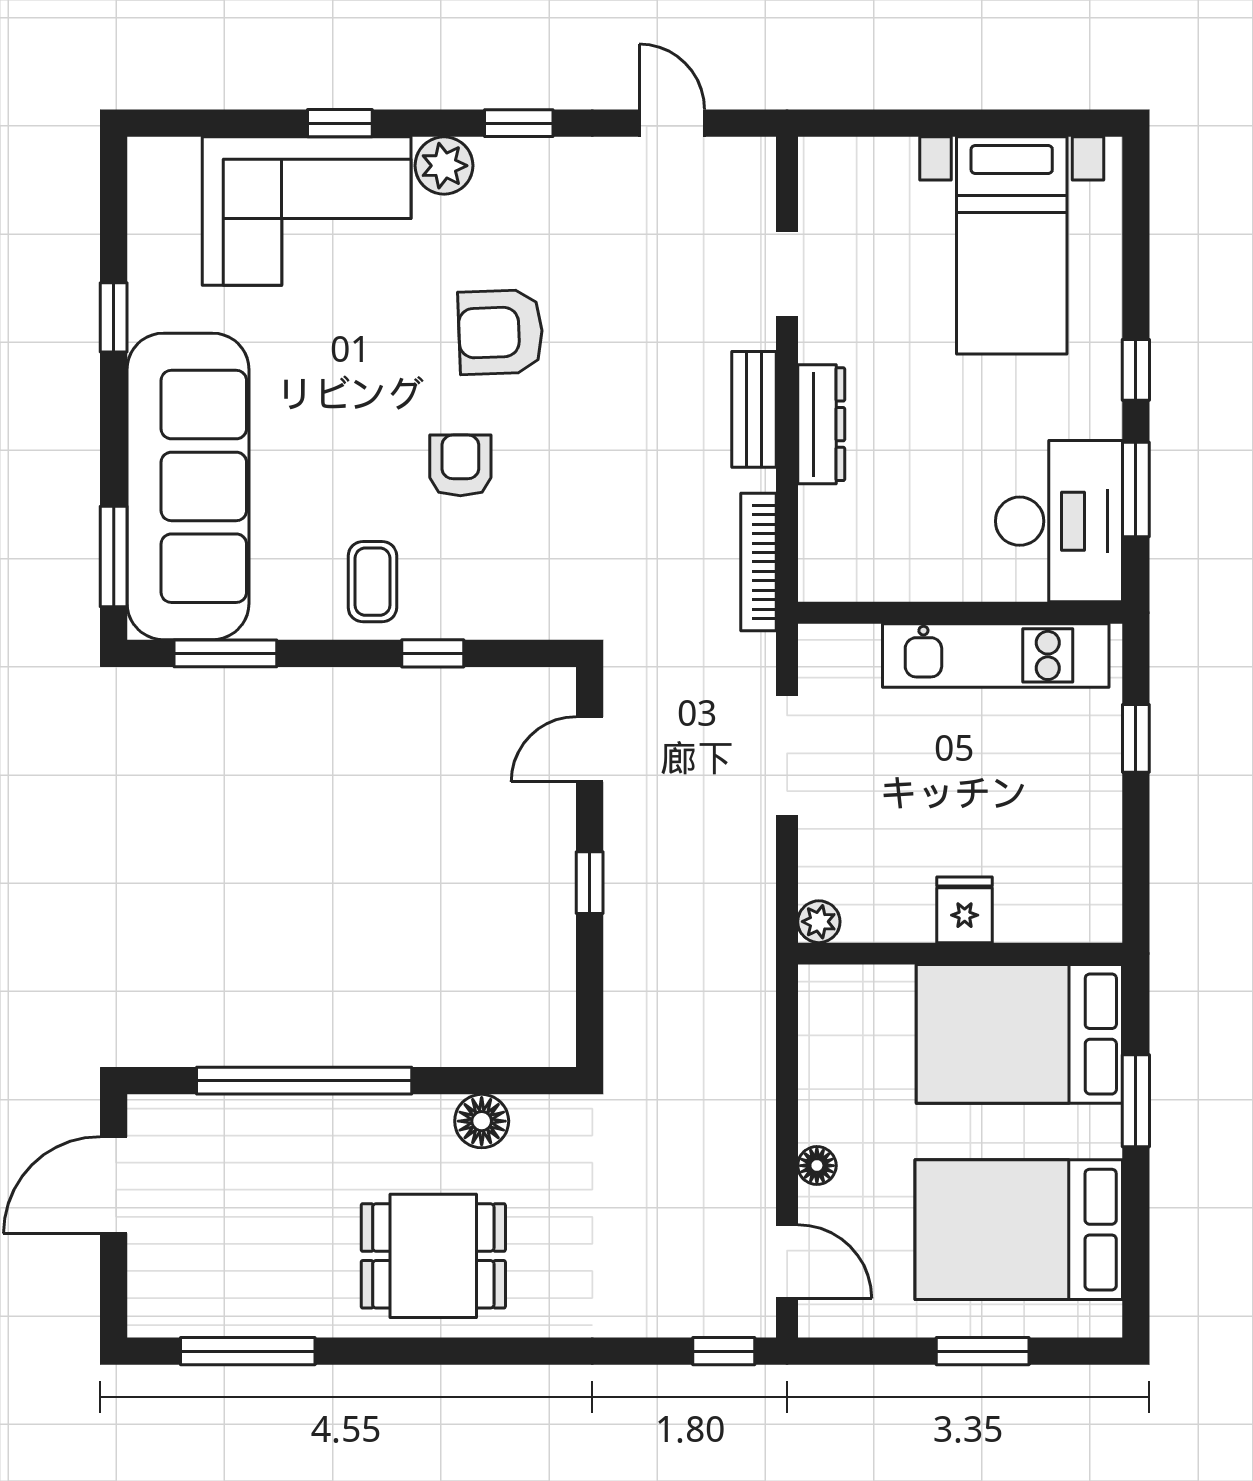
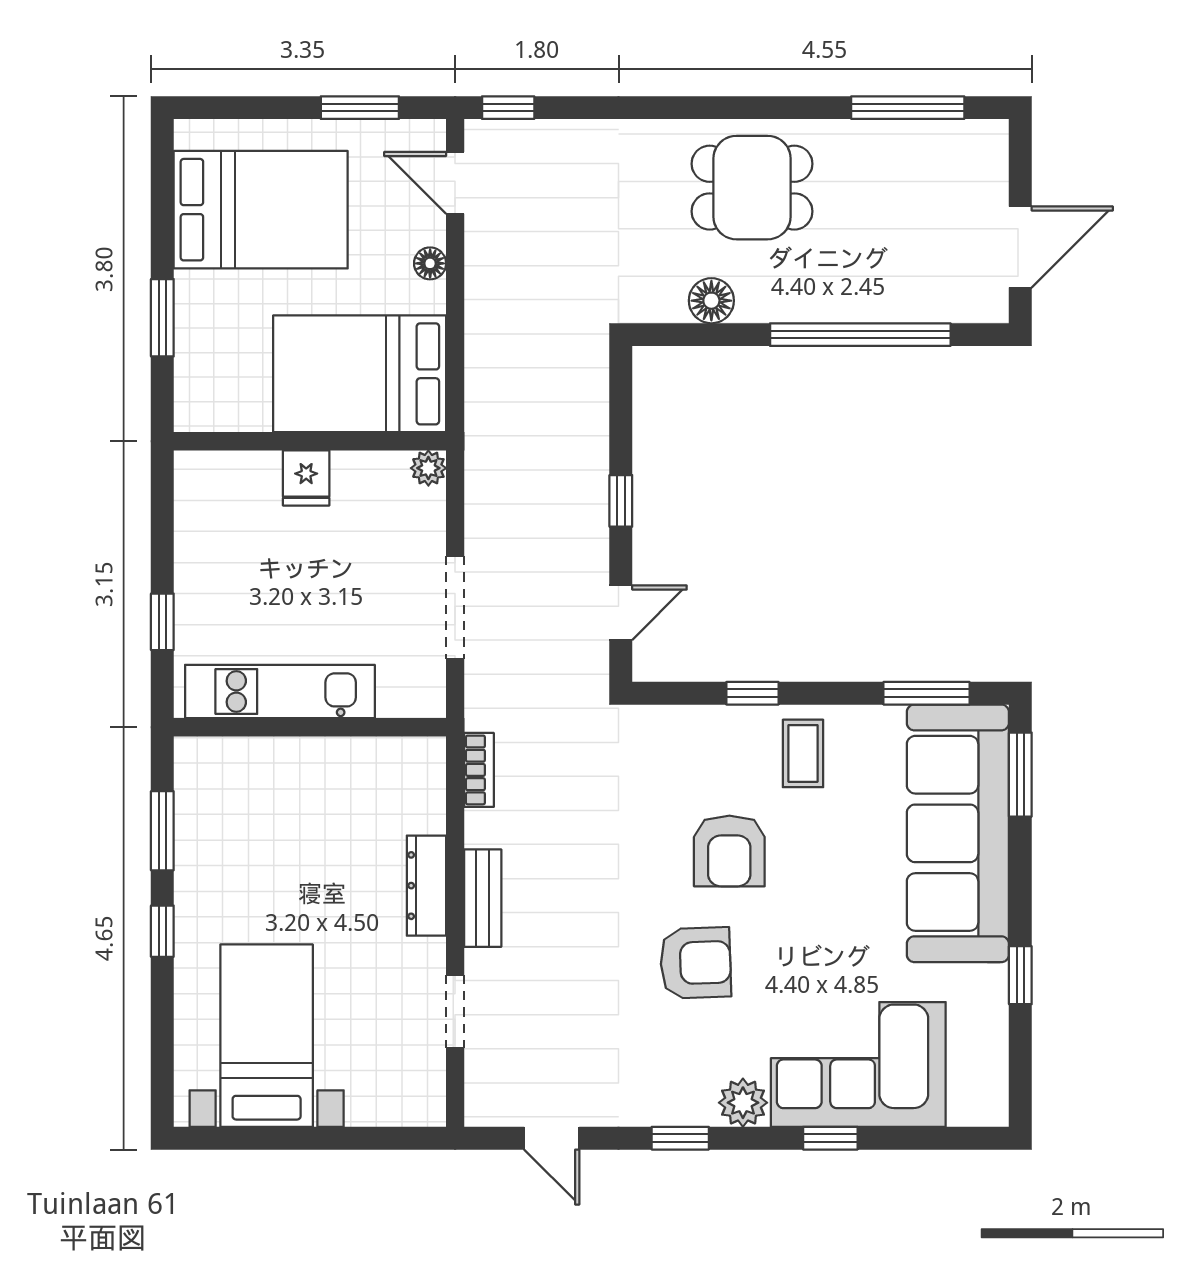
armchair: (460, 465) -> (729, 851), width x1.38, depth x1.38
desk: (1059, 521) -> (227, 804), removed
bookcase: (759, 562) -> (479, 770), width x0.64
bed: (1019, 1034) -> (360, 374), moved, turned 180
window: (983, 1351) -> (360, 108), moved

